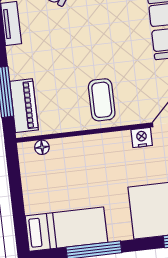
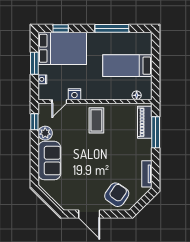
bed: (66, 229) -> (127, 66), moved

